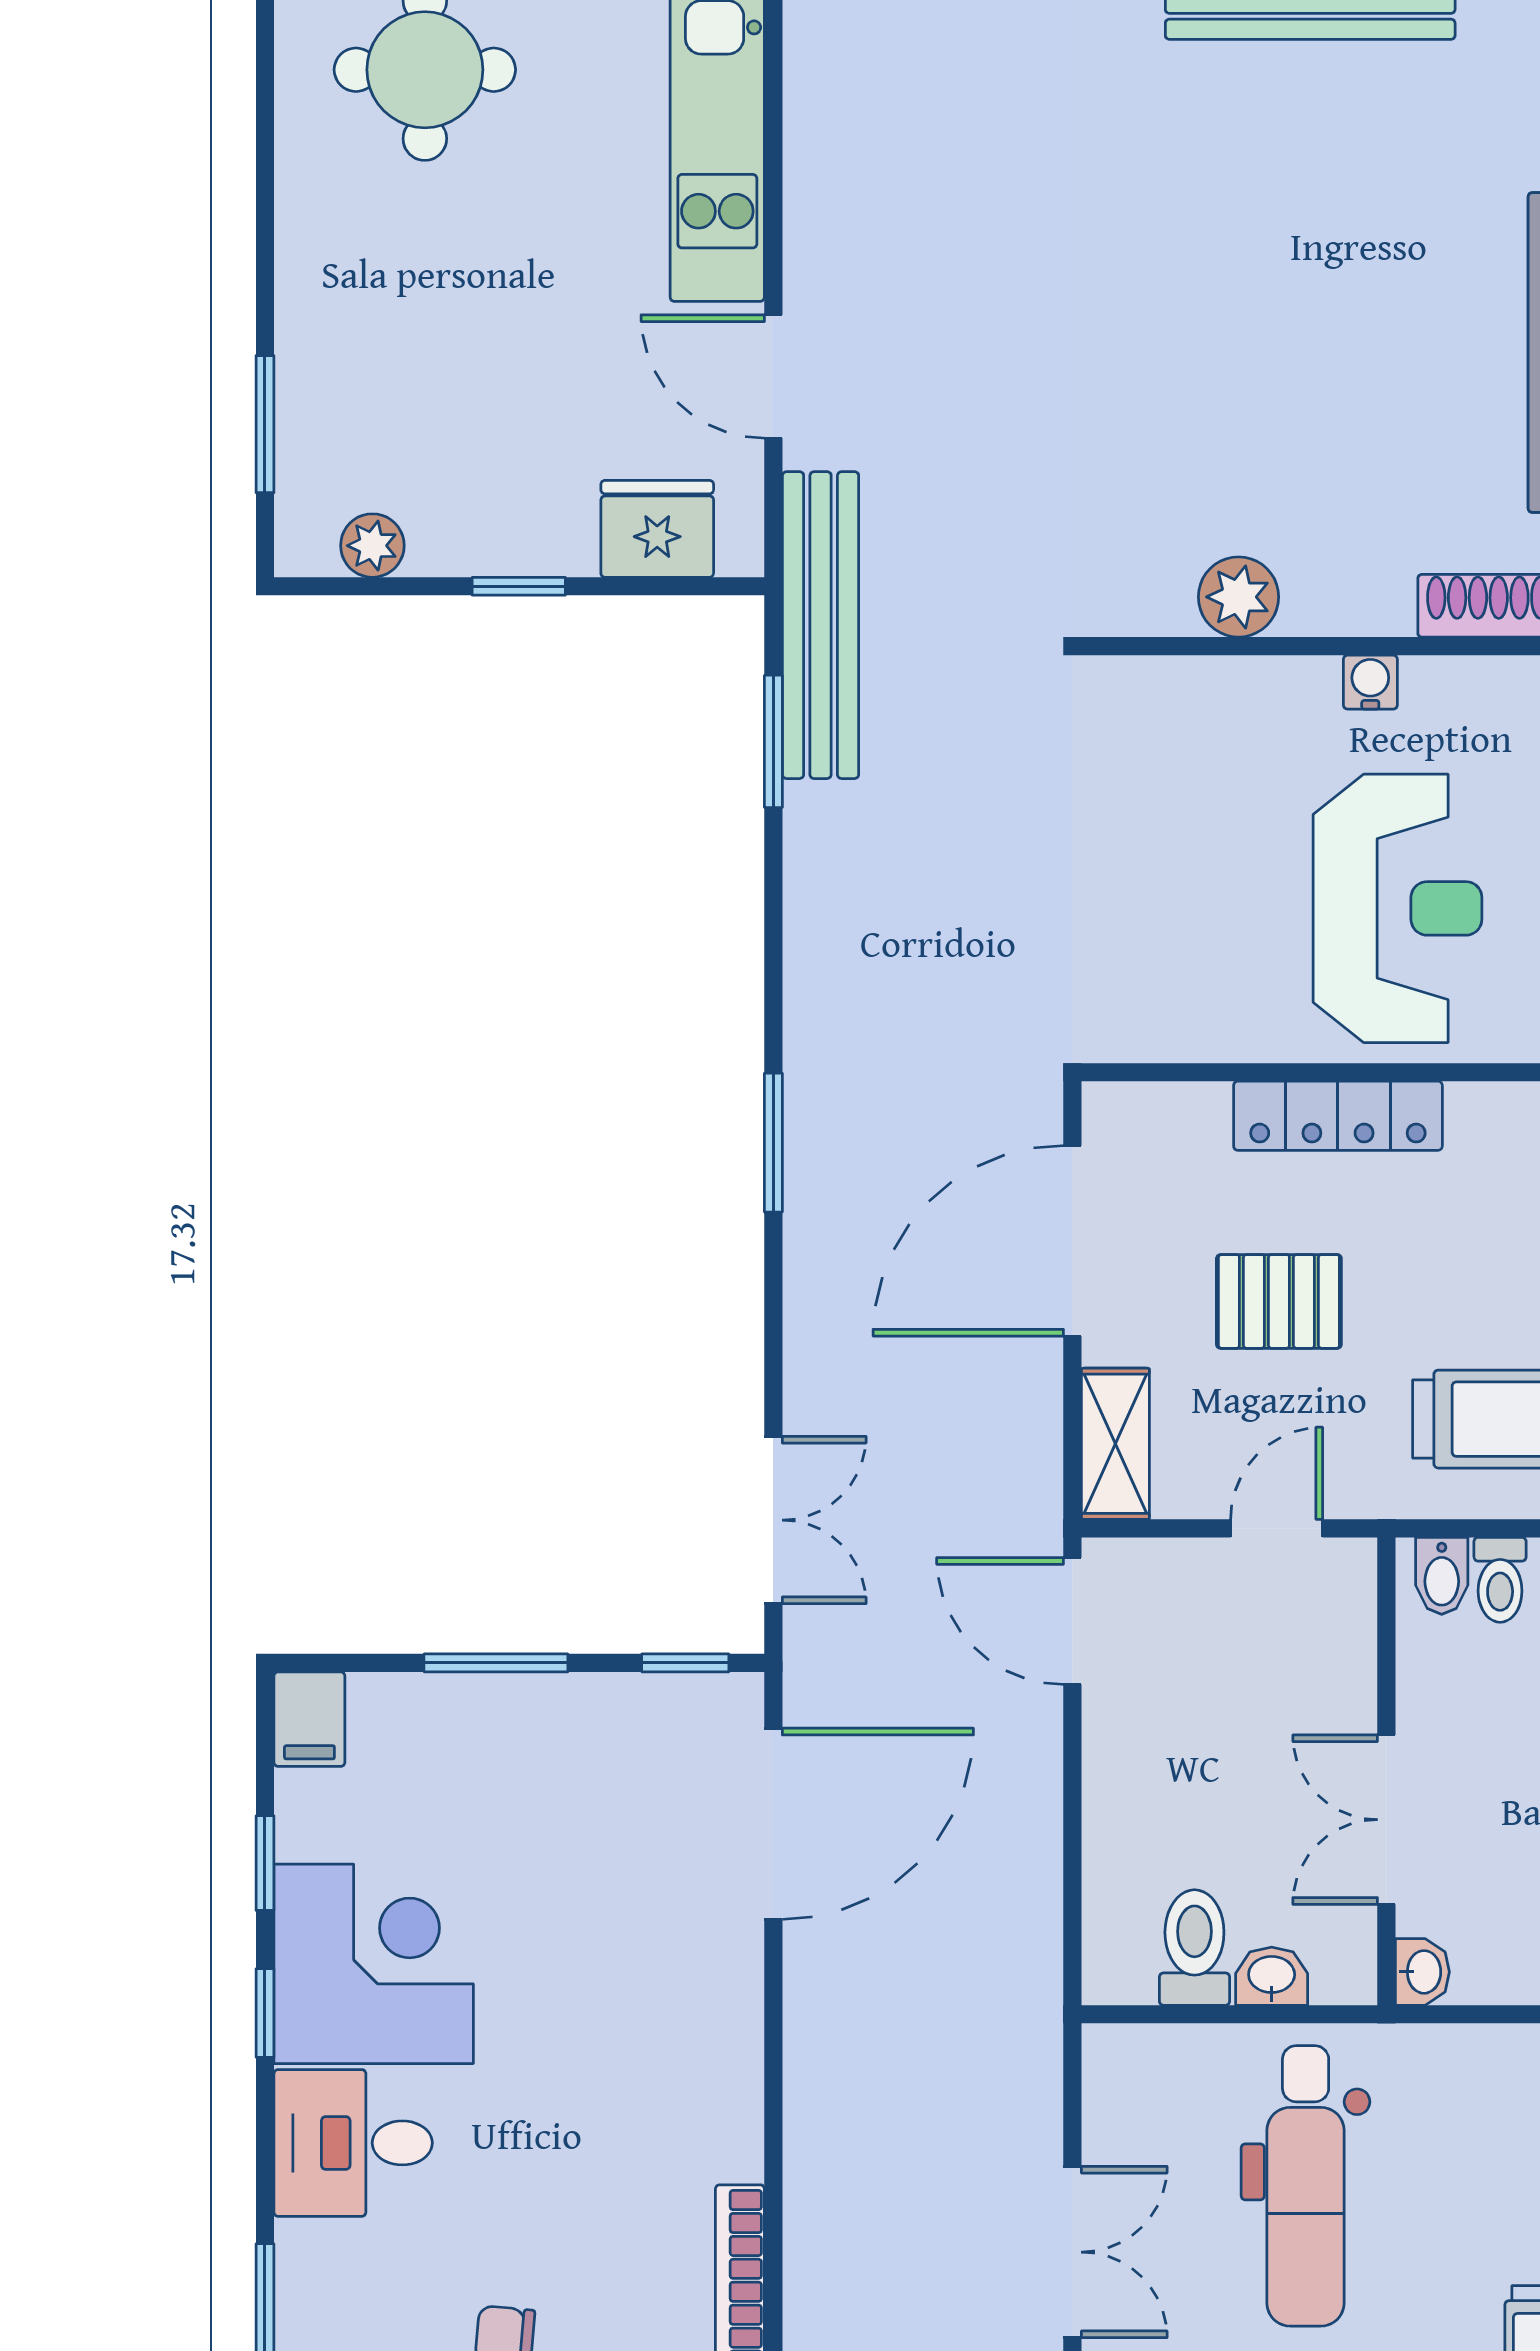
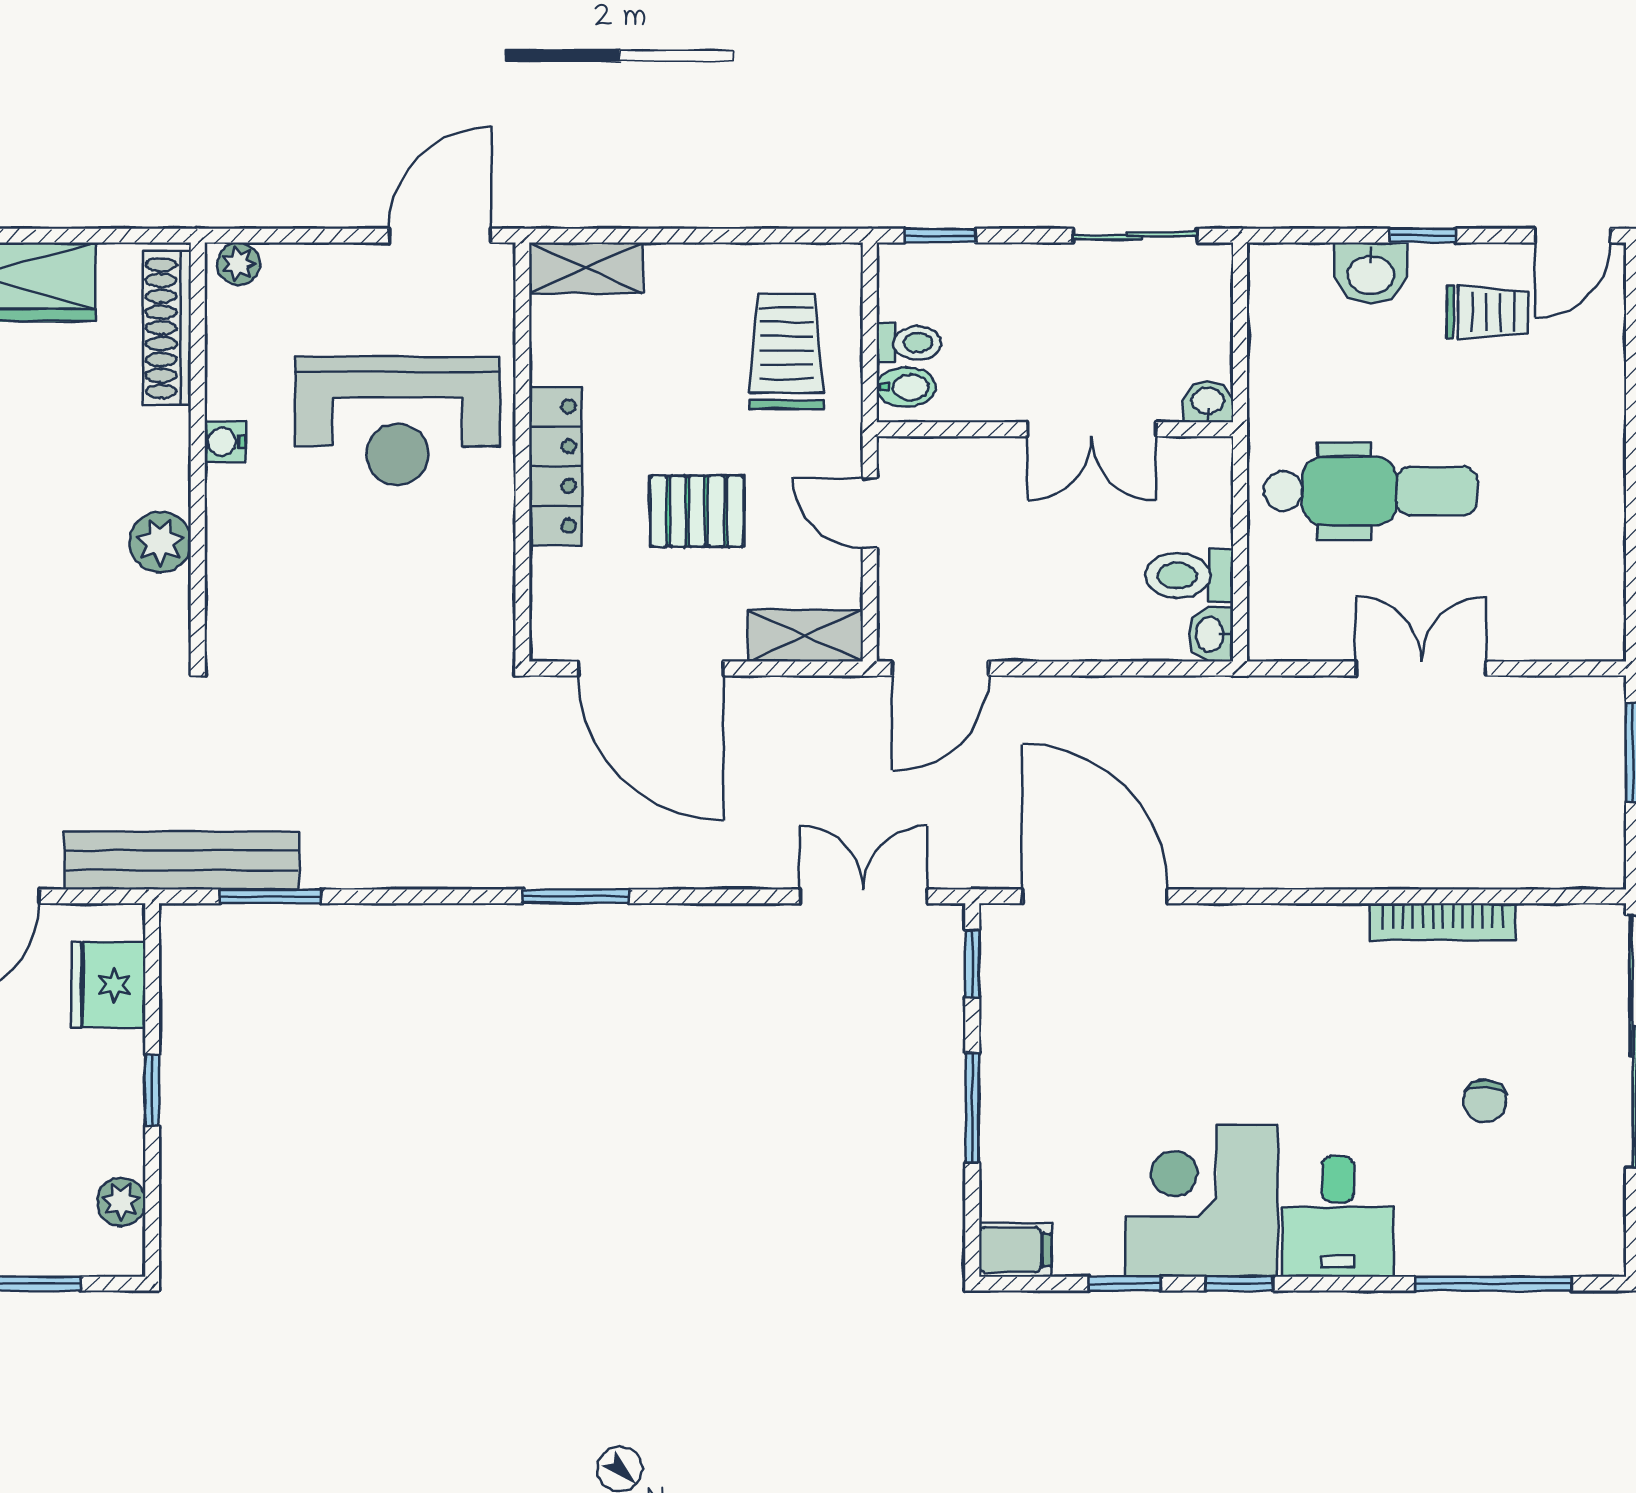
reception desk: (1397, 908) -> (398, 421), turned 180
pallet: (1279, 1301) -> (697, 511), turned 90
washbasin: (1272, 1976) -> (1211, 634), moved

